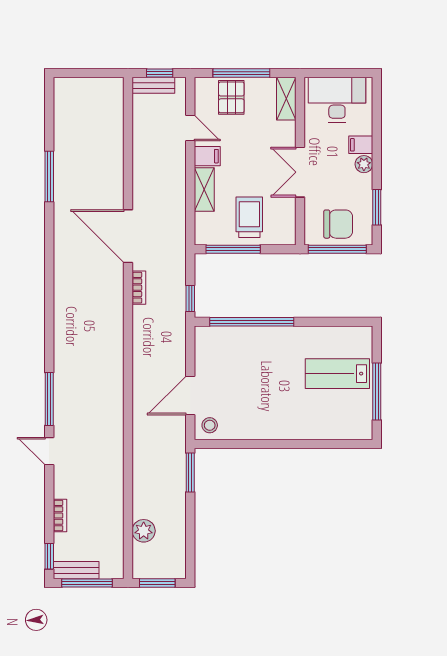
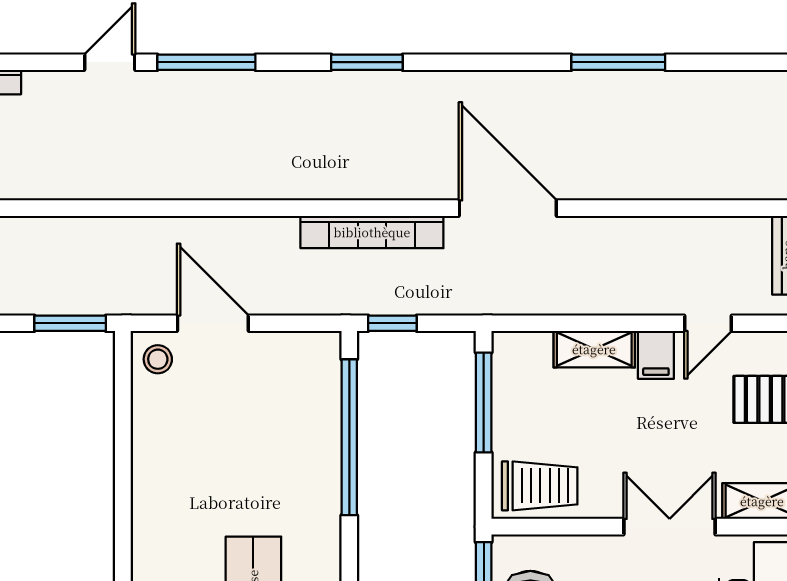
double door: (300, 172) -> (670, 527), moved
trolley: (249, 217) -> (540, 486), moved
door: (128, 236) -> (508, 208), hinge flipped
bookcase: (139, 288) -> (372, 232), width x2.31, depth x1.31
window: (49, 312) -> (367, 62), added

